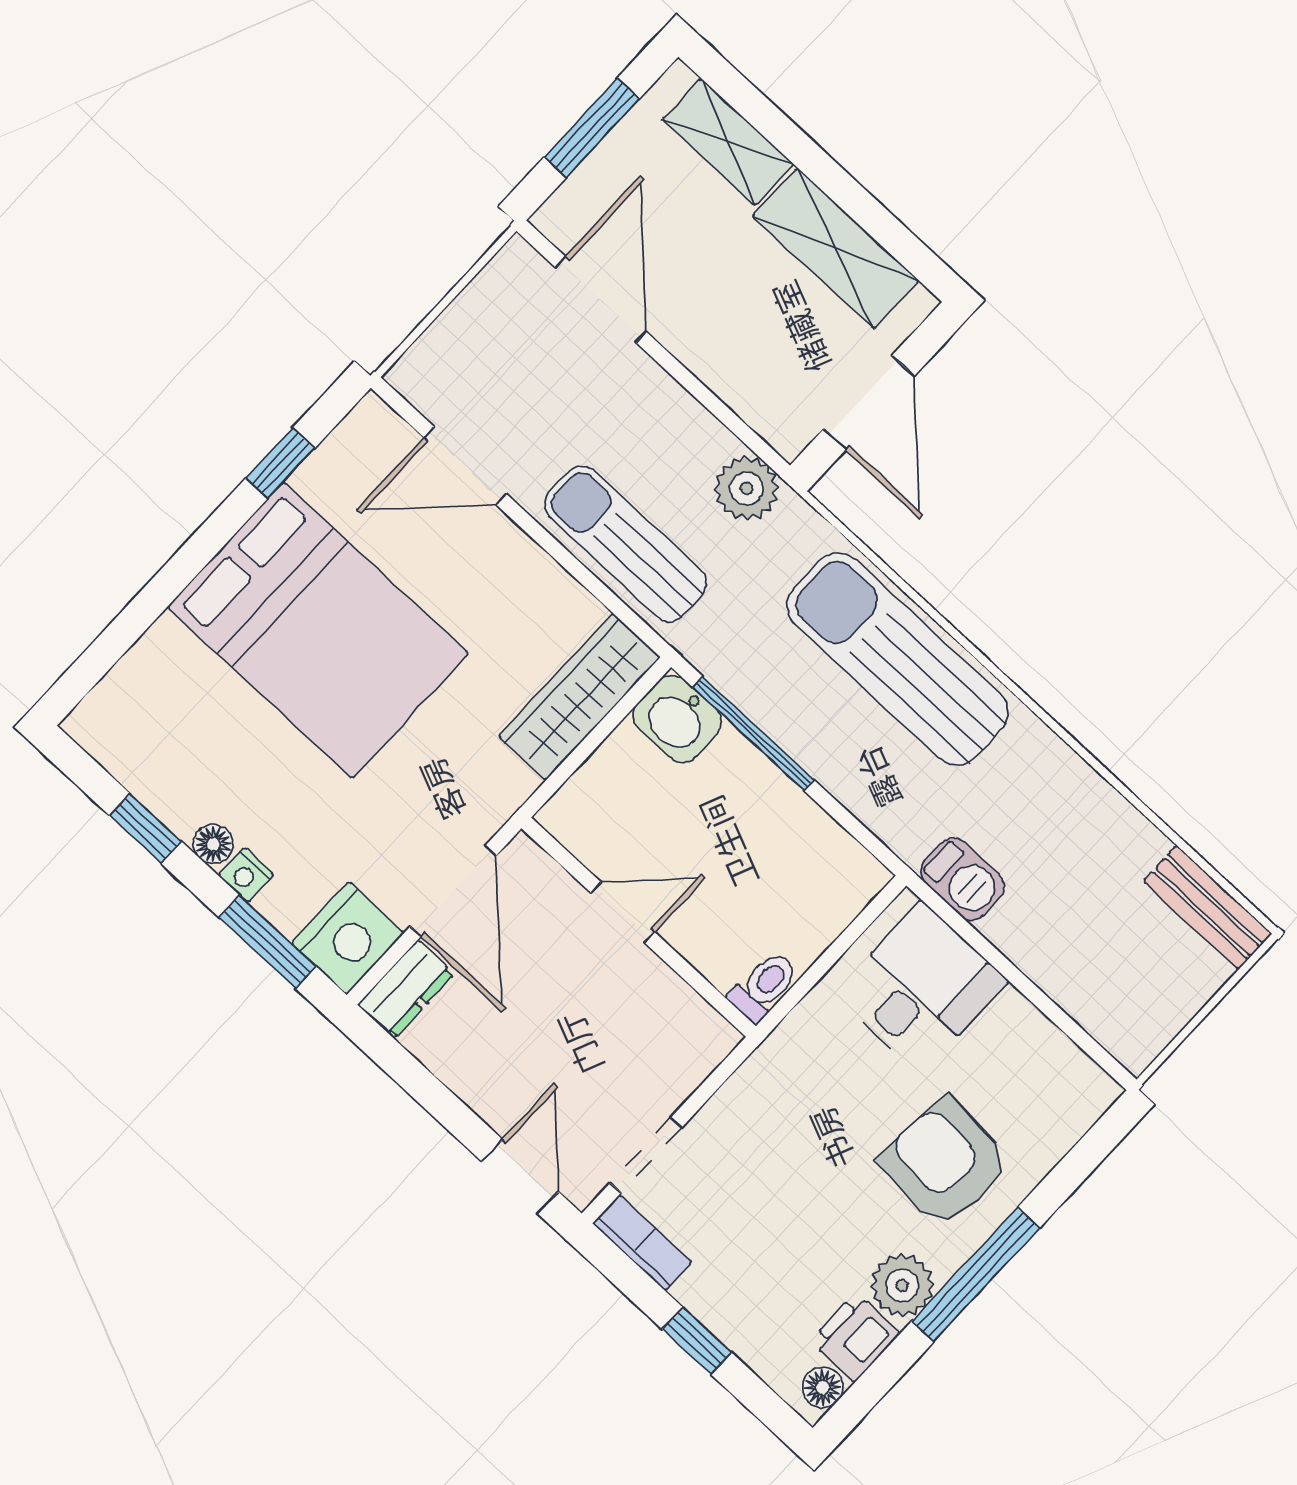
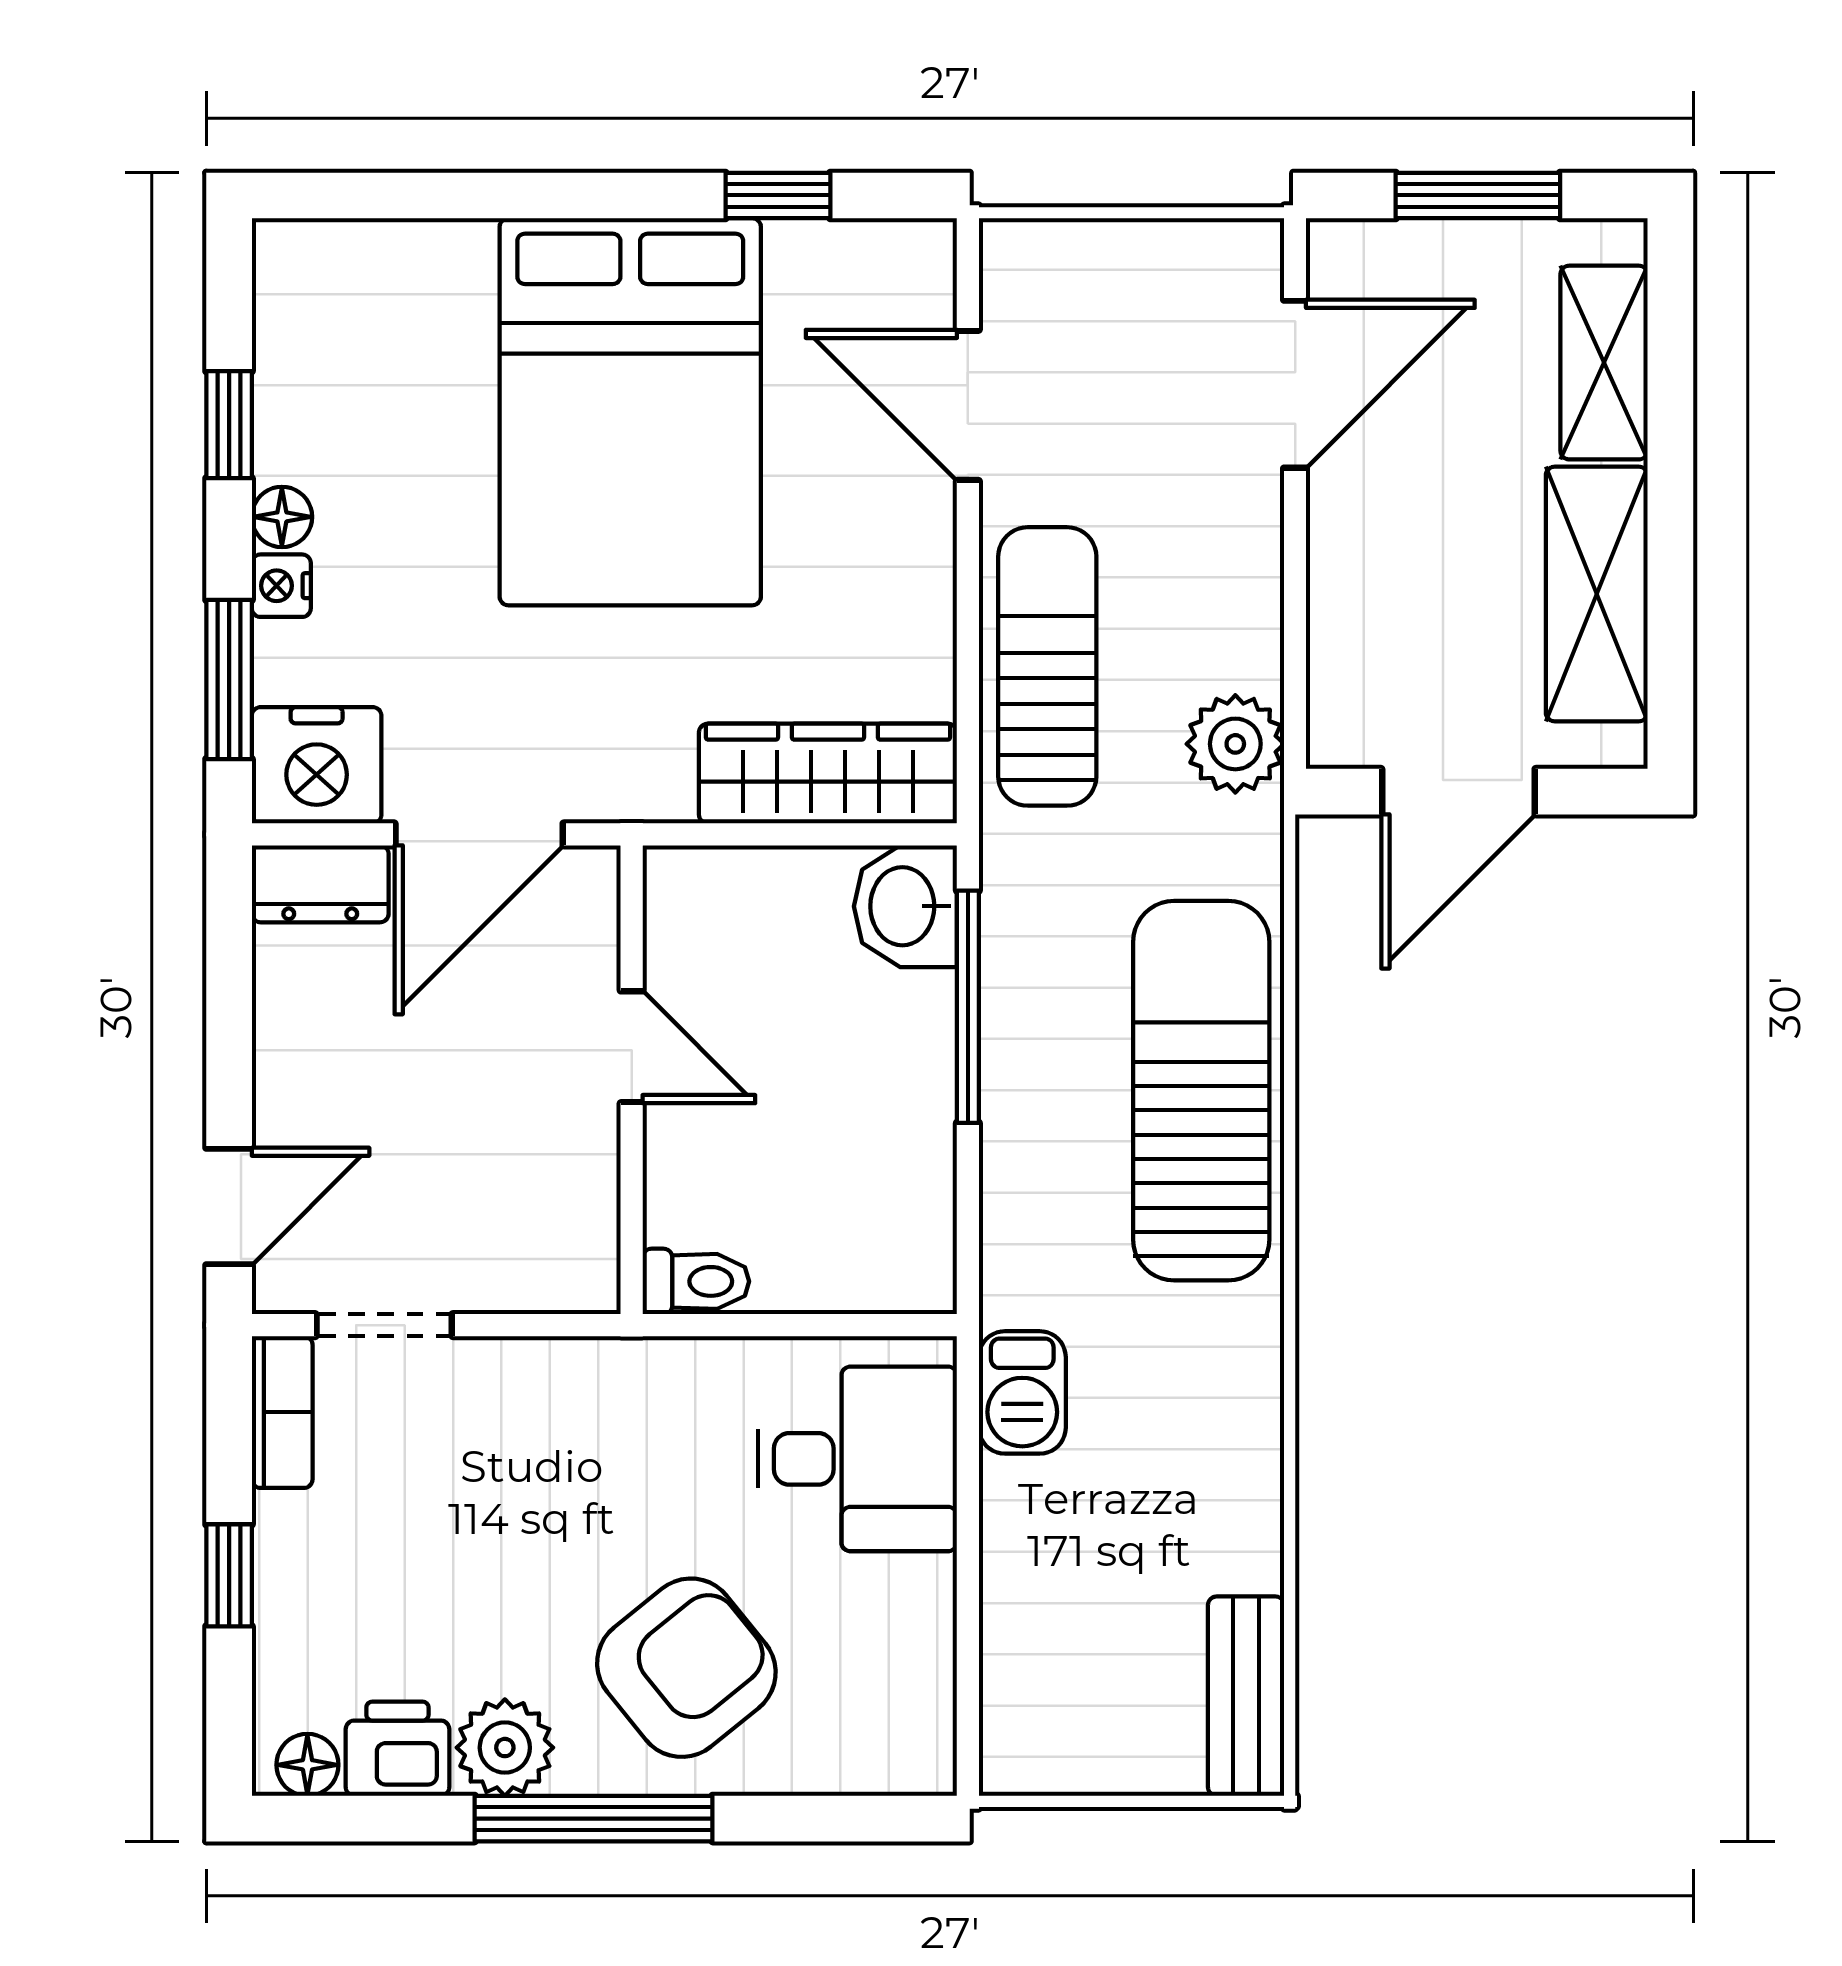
armchair: (945, 1163) -> (686, 1668), turned 46

